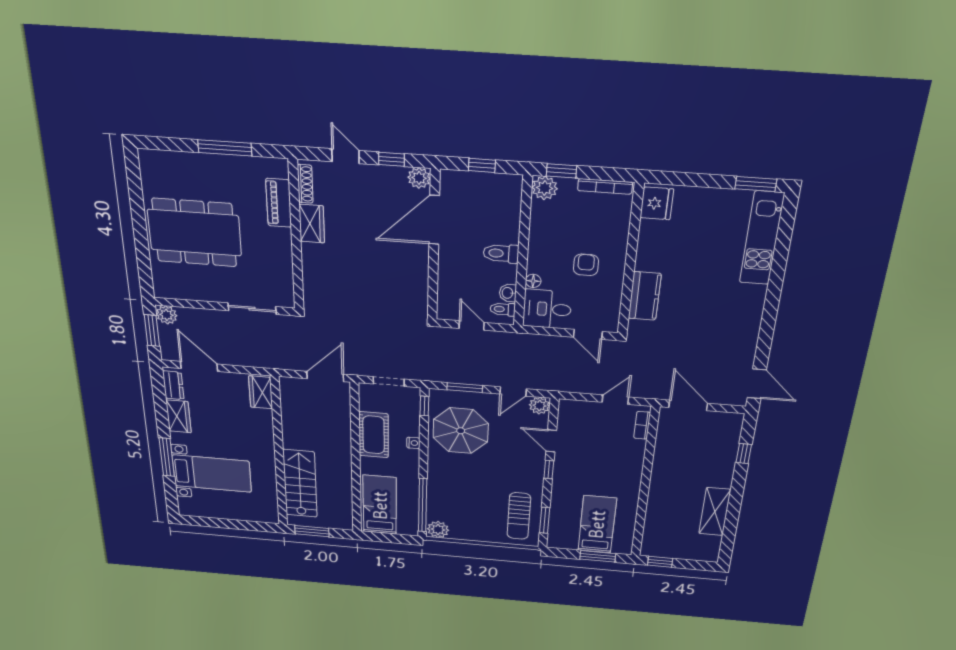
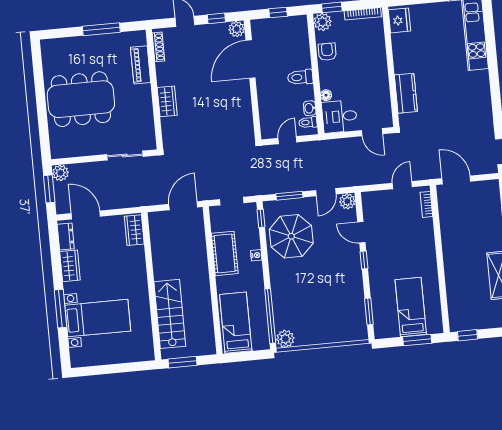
wardrobe: (312, 224) -> (167, 101), moved
armchair: (586, 265) -> (327, 52), moved
door: (472, 325) -> (287, 140), hinge flipped
sun lounger: (519, 516) -> (348, 311), removed

